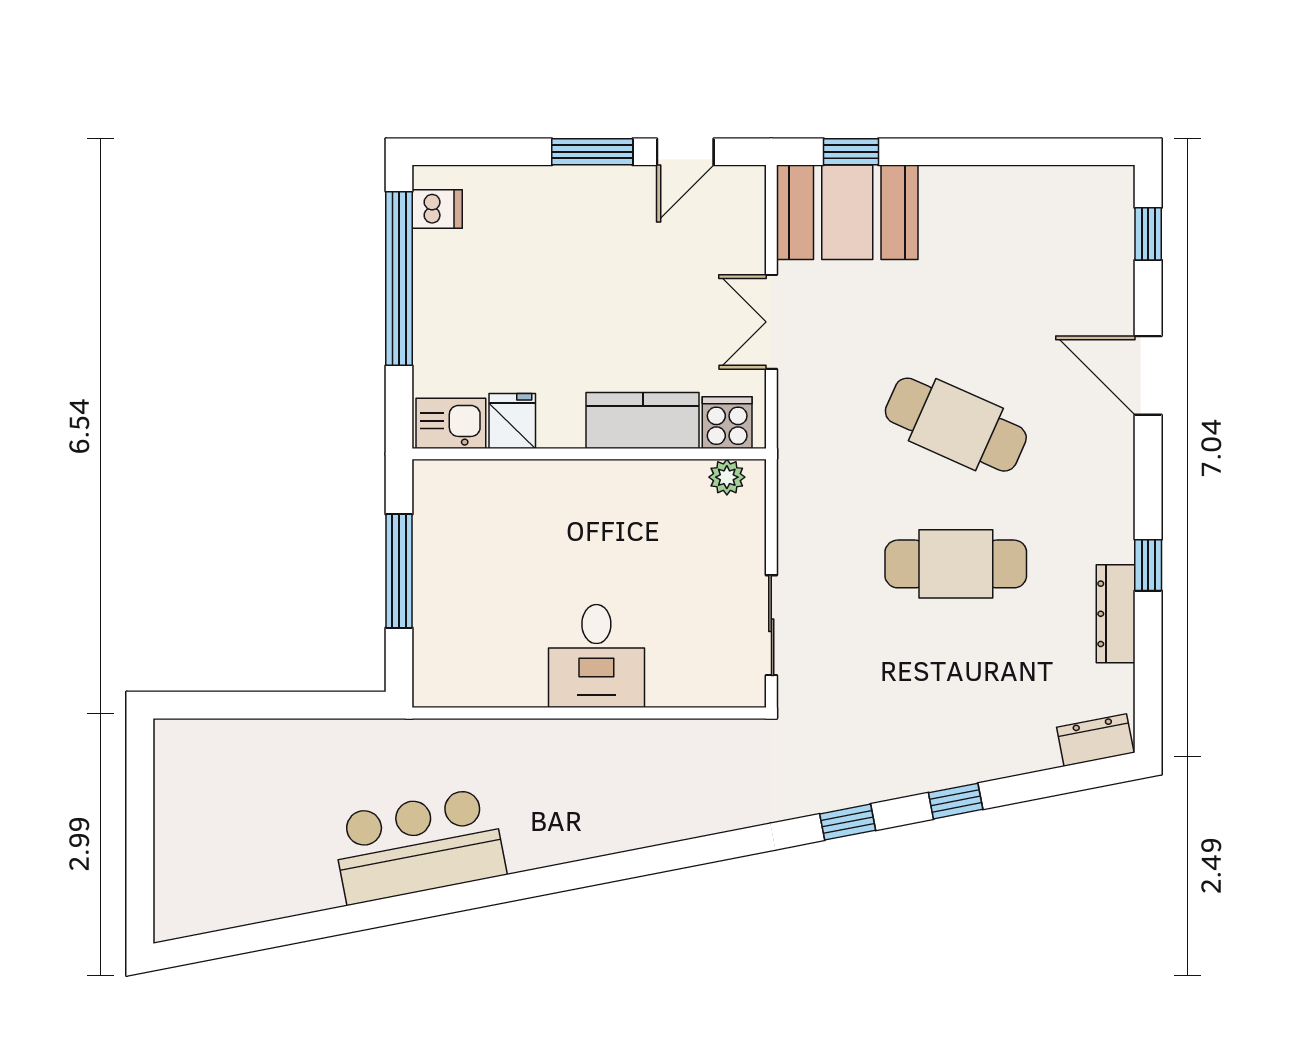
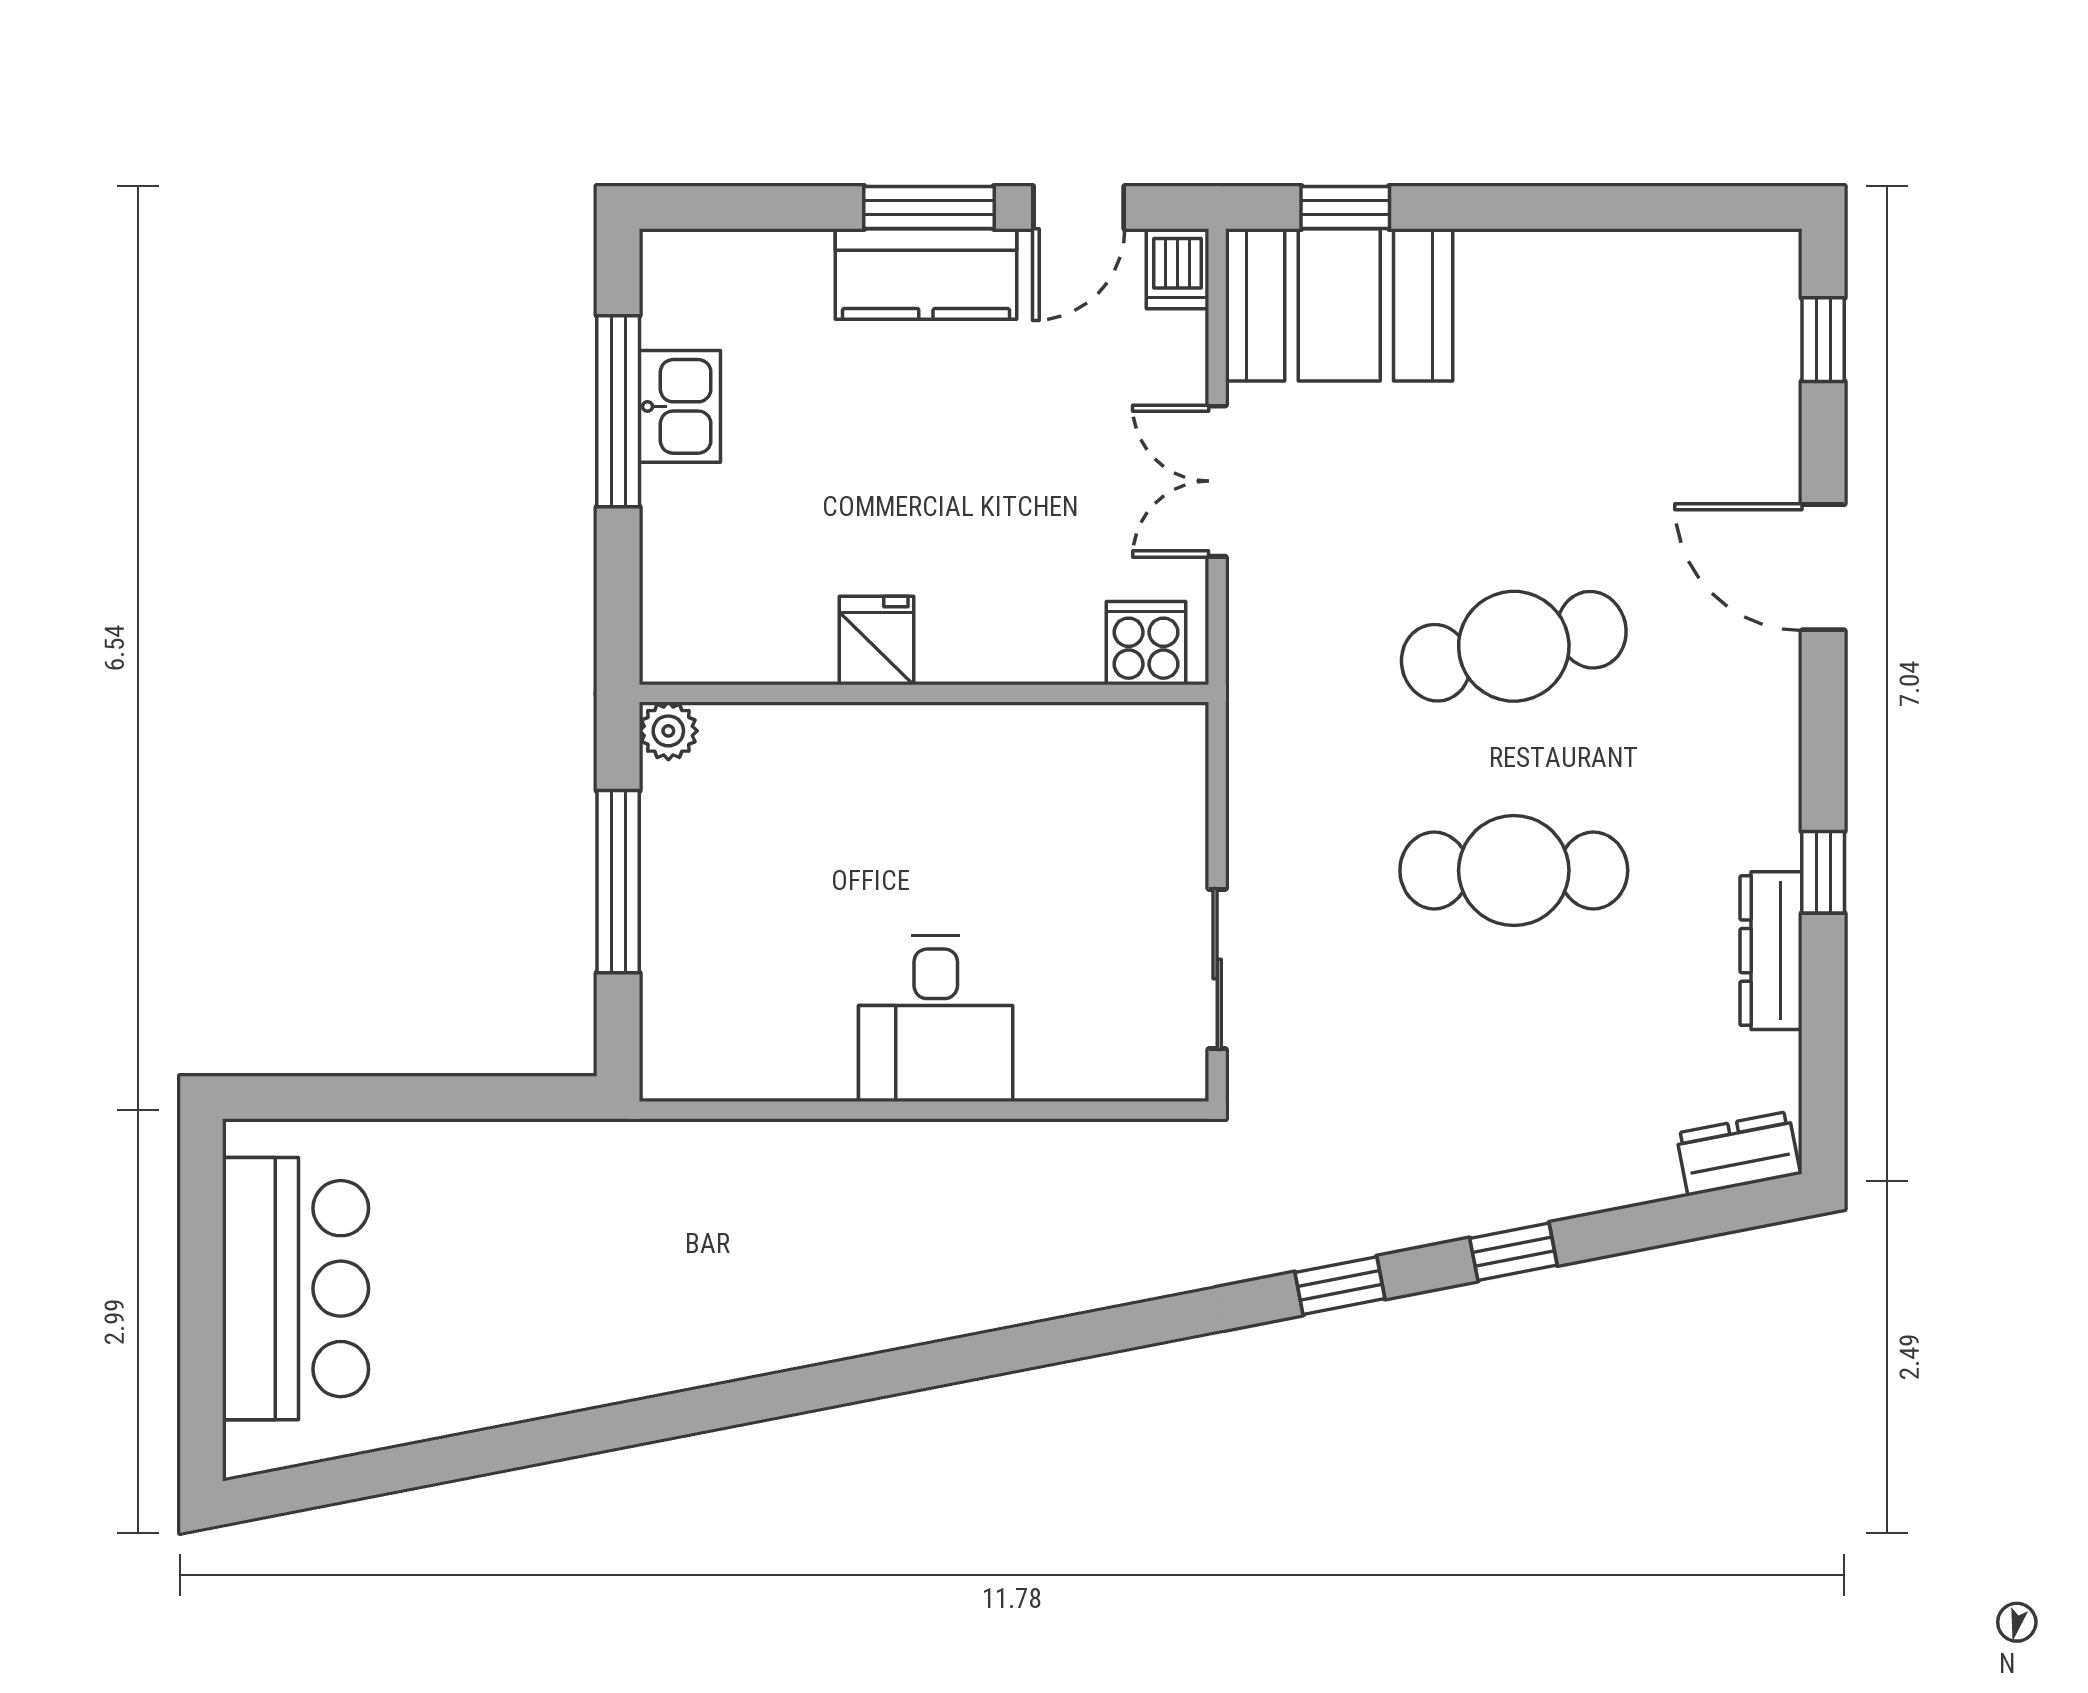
dishwasher: (437, 209) -> (1178, 269), moved, turned 90
window: (399, 278) -> (618, 411), width x0.68
kitchen counter: (643, 420) -> (926, 274), moved, turned 180
fridge: (512, 421) -> (877, 641), moved
kitchen sink: (451, 423) -> (680, 406), moved, turned 90
cafe table: (956, 425) -> (1514, 646), turned -36
plant: (727, 477) -> (668, 731), moved
bar counter: (419, 846) -> (296, 1289), moved, turned 101

